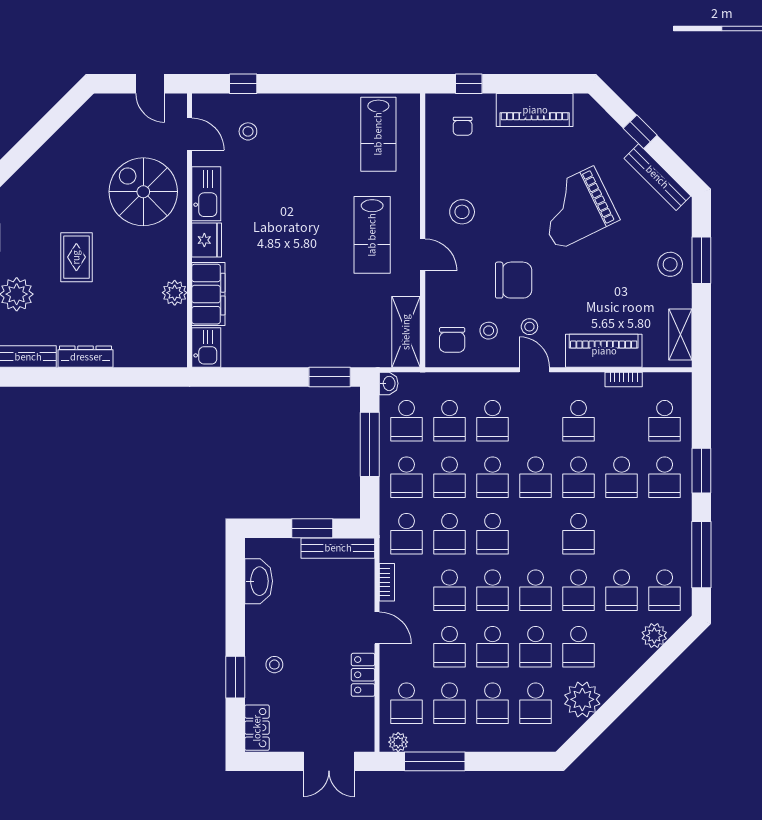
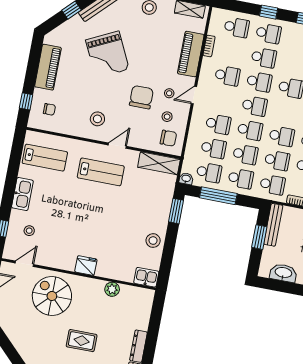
spiral stairs: (143, 192) -> (52, 296), turned 90
kitchen sink: (206, 194) -> (22, 194), moved, turned 90
filing cabinet: (208, 294) -> (116, 270), removed
stool: (272, 347) -> (153, 241), added
window: (701, 471) -> (269, 12), width x0.67

